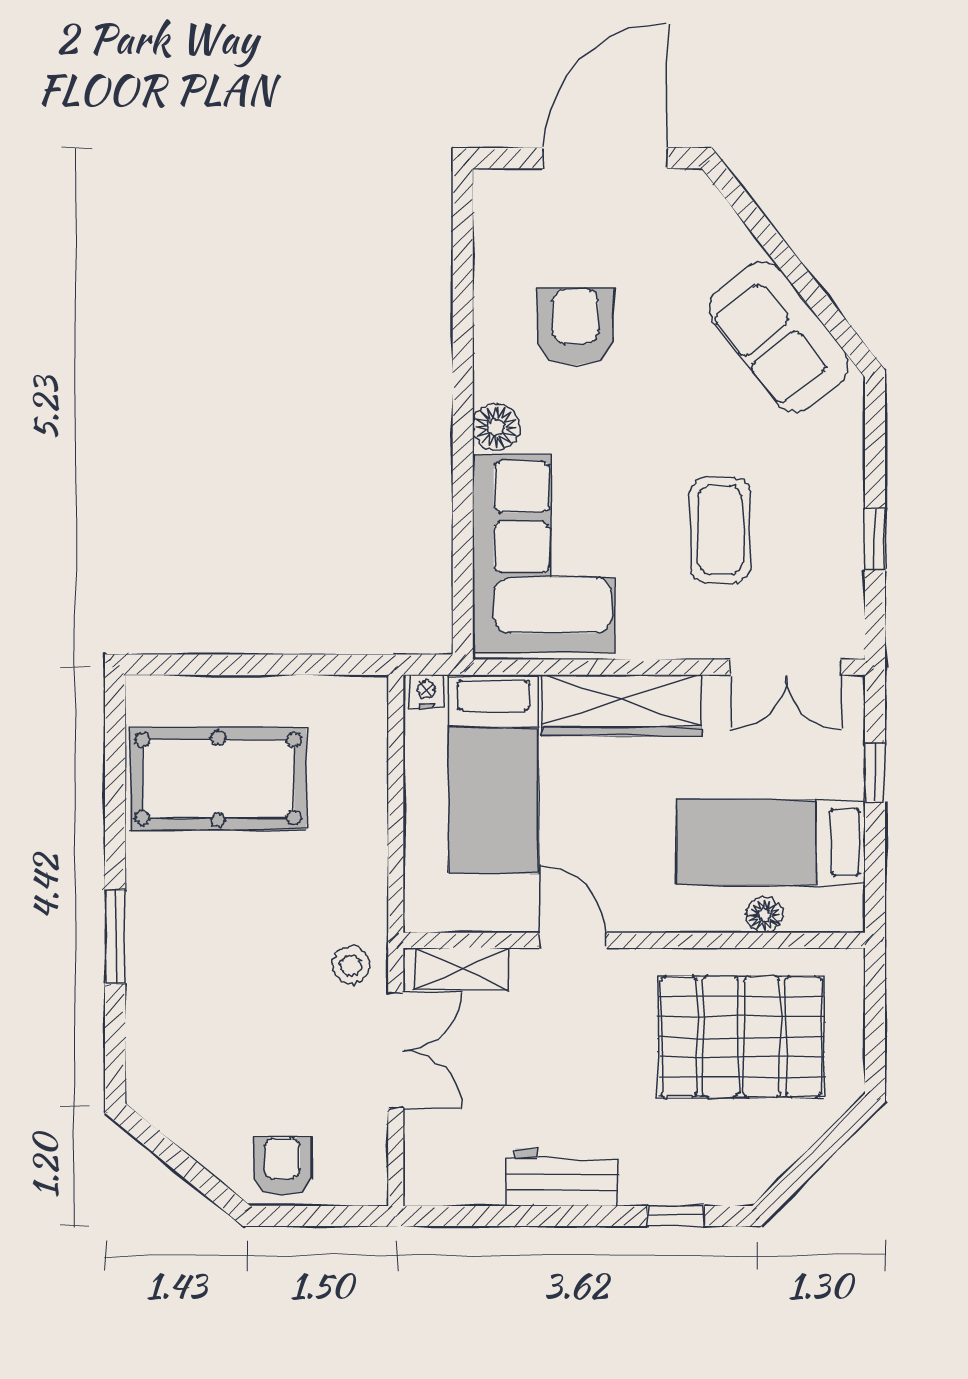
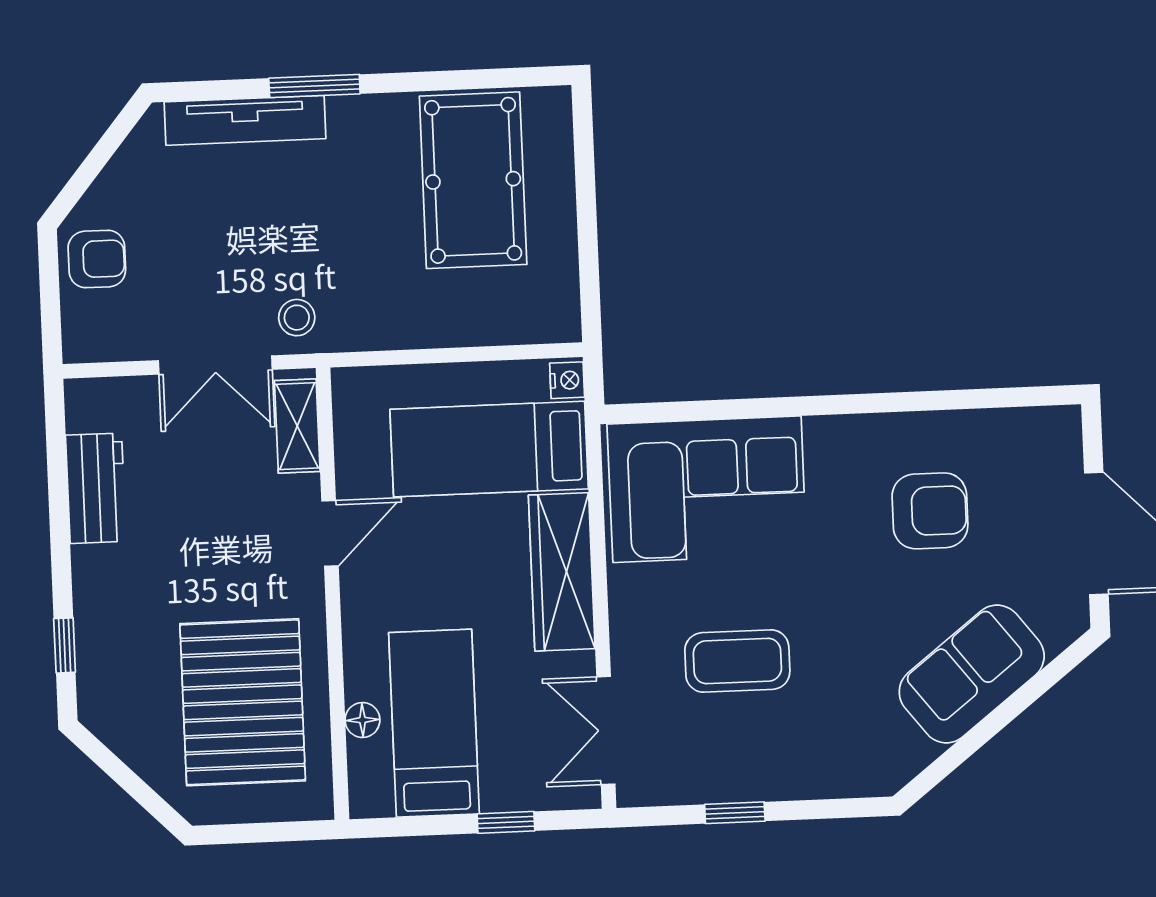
sofa: (779, 337) -> (972, 674), moved
floor lamp: (496, 427) -> (829, 438), removed
tv unit: (147, 1009) -> (245, 120), added
workbench: (562, 1177) -> (96, 488), moved

